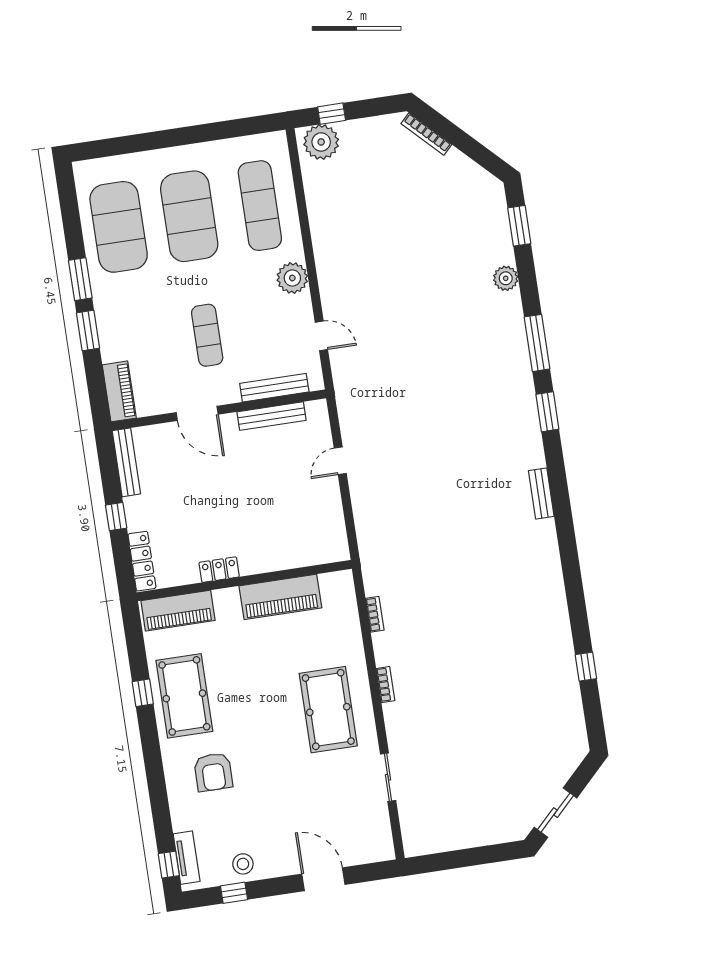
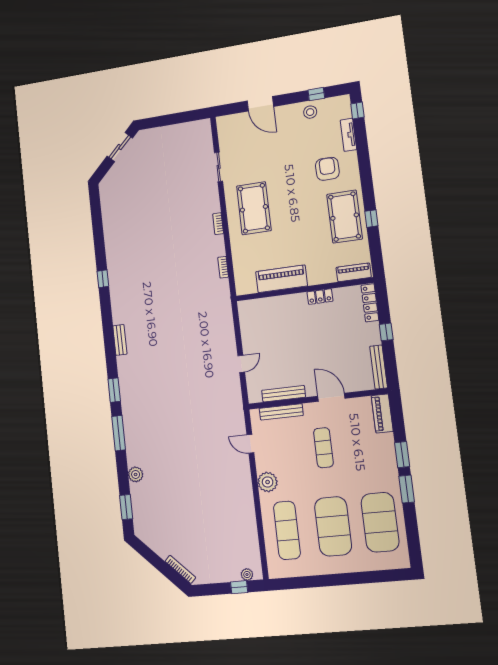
plant: (321, 142) -> (247, 575), width x0.53, depth x0.53
piano: (178, 611) -> (354, 272), width x0.73, depth x0.75
window: (586, 667) -> (103, 279), moved
tv unit: (187, 858) -> (348, 135), moved

